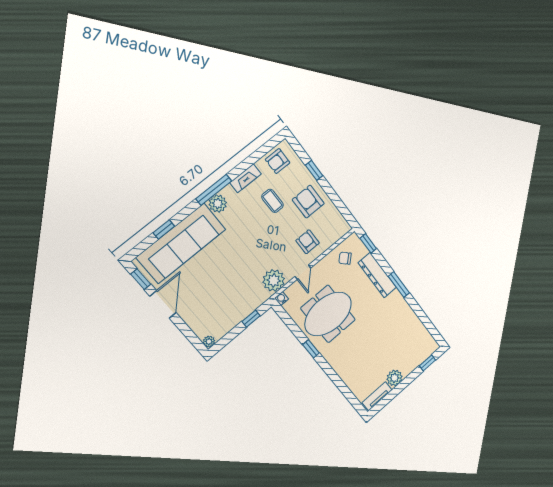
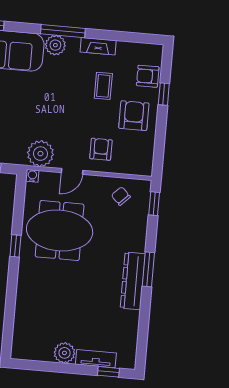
armchair: (278, 161) -> (148, 76), moved
dresser: (377, 275) -> (133, 281), moved
tv unit: (377, 396) -> (96, 359), moved

